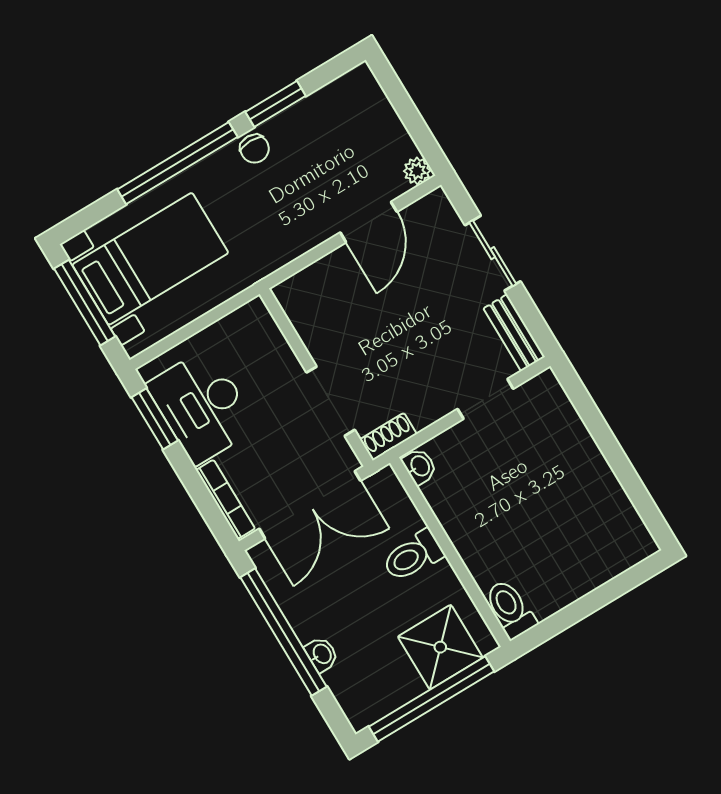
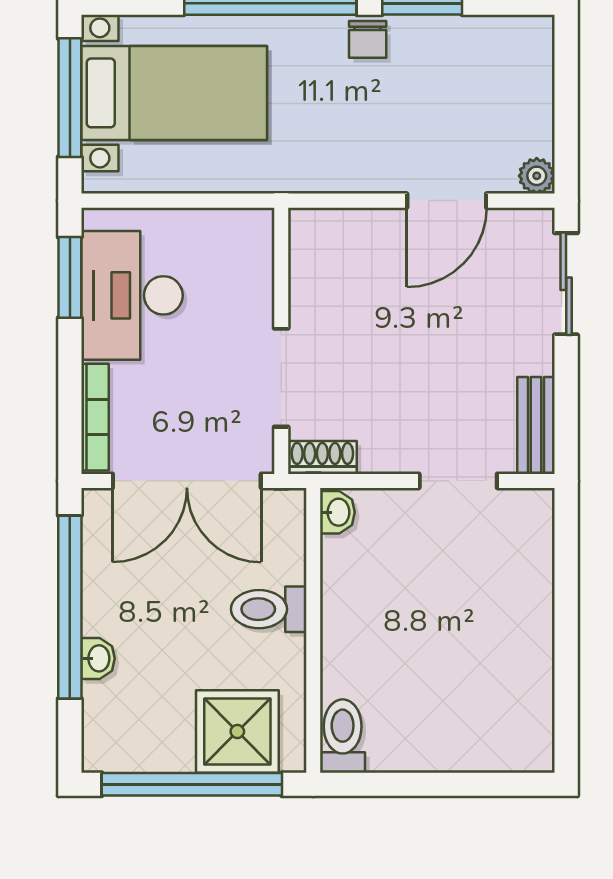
sliding door: (493, 253) -> (566, 284), moved

